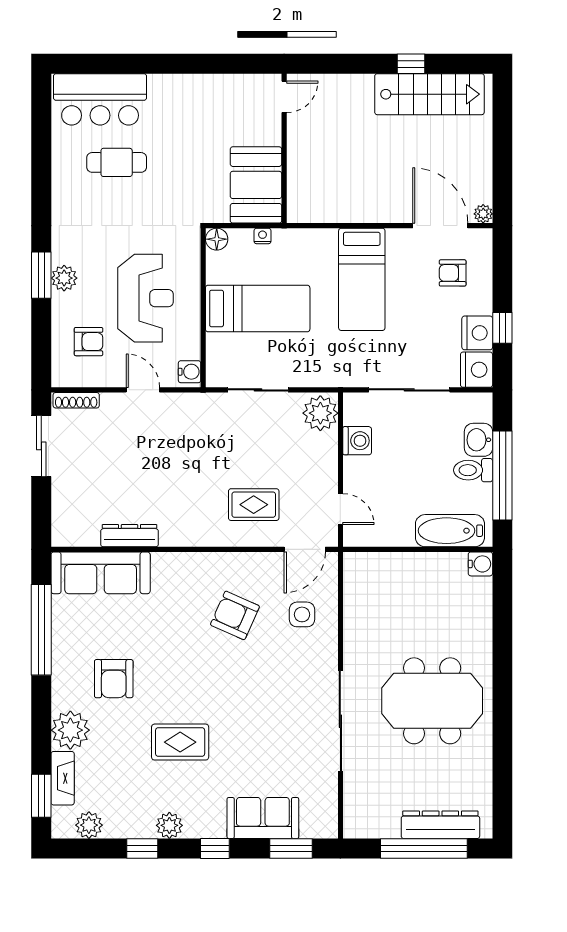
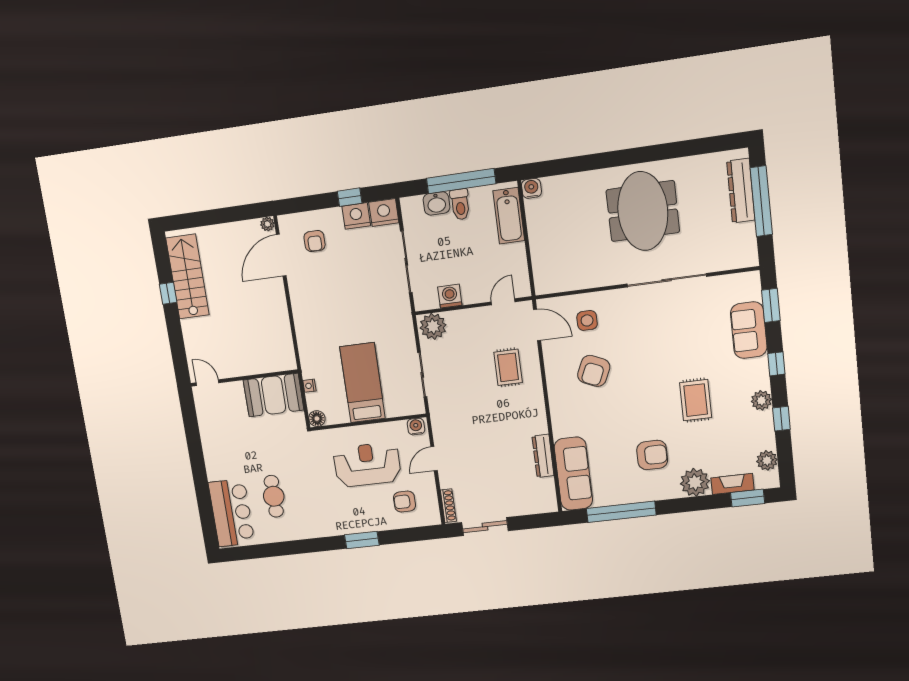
plant: (64, 278) -> (362, 524), removed
bed: (362, 279) -> (330, 309), removed
armchair: (88, 342) -> (405, 502), turned -90

